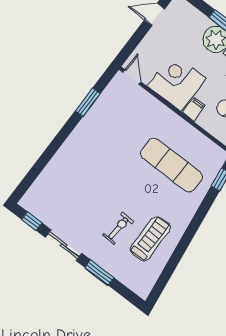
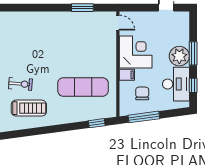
door: (132, 77) -> (118, 23), hinge flipped
exercise mat: (171, 165) -> (83, 87), turned 90

